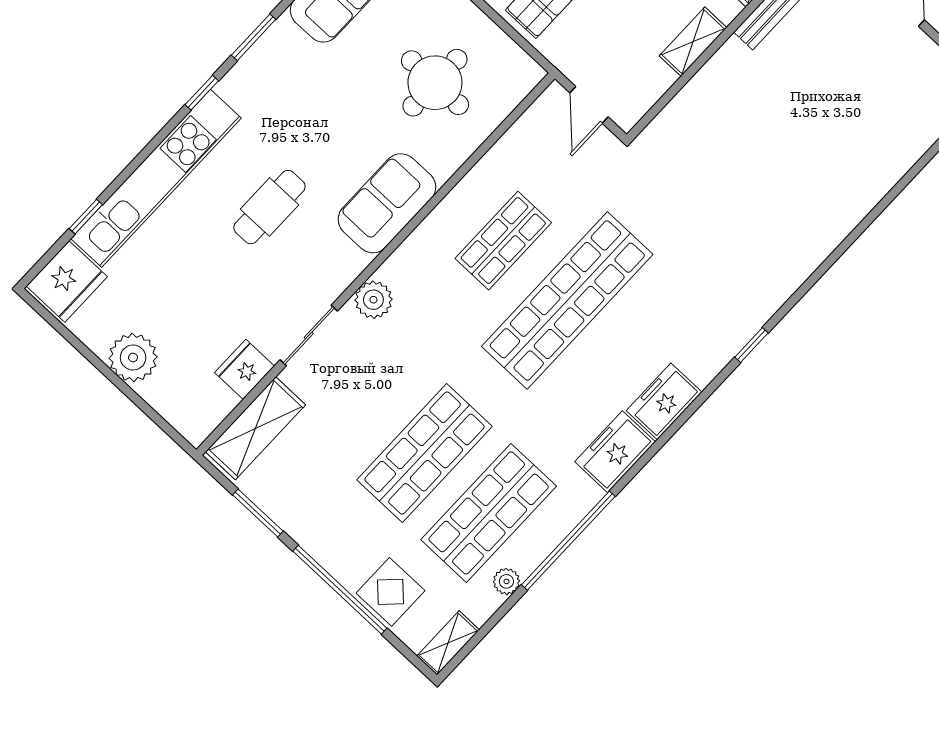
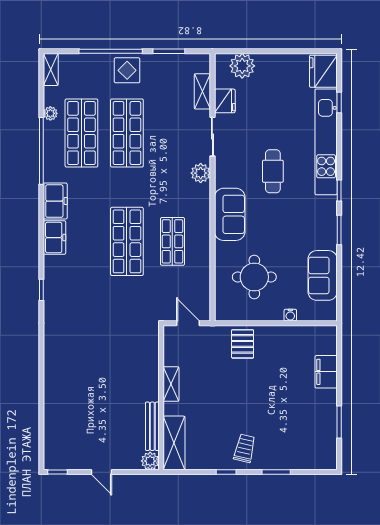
shop shelf: (567, 300) -> (127, 241), width x0.71
plant: (133, 358) -> (242, 66), moved
shelving: (256, 428) -> (202, 91), width x0.67, depth x0.75
display table: (390, 592) -> (127, 70), moved

